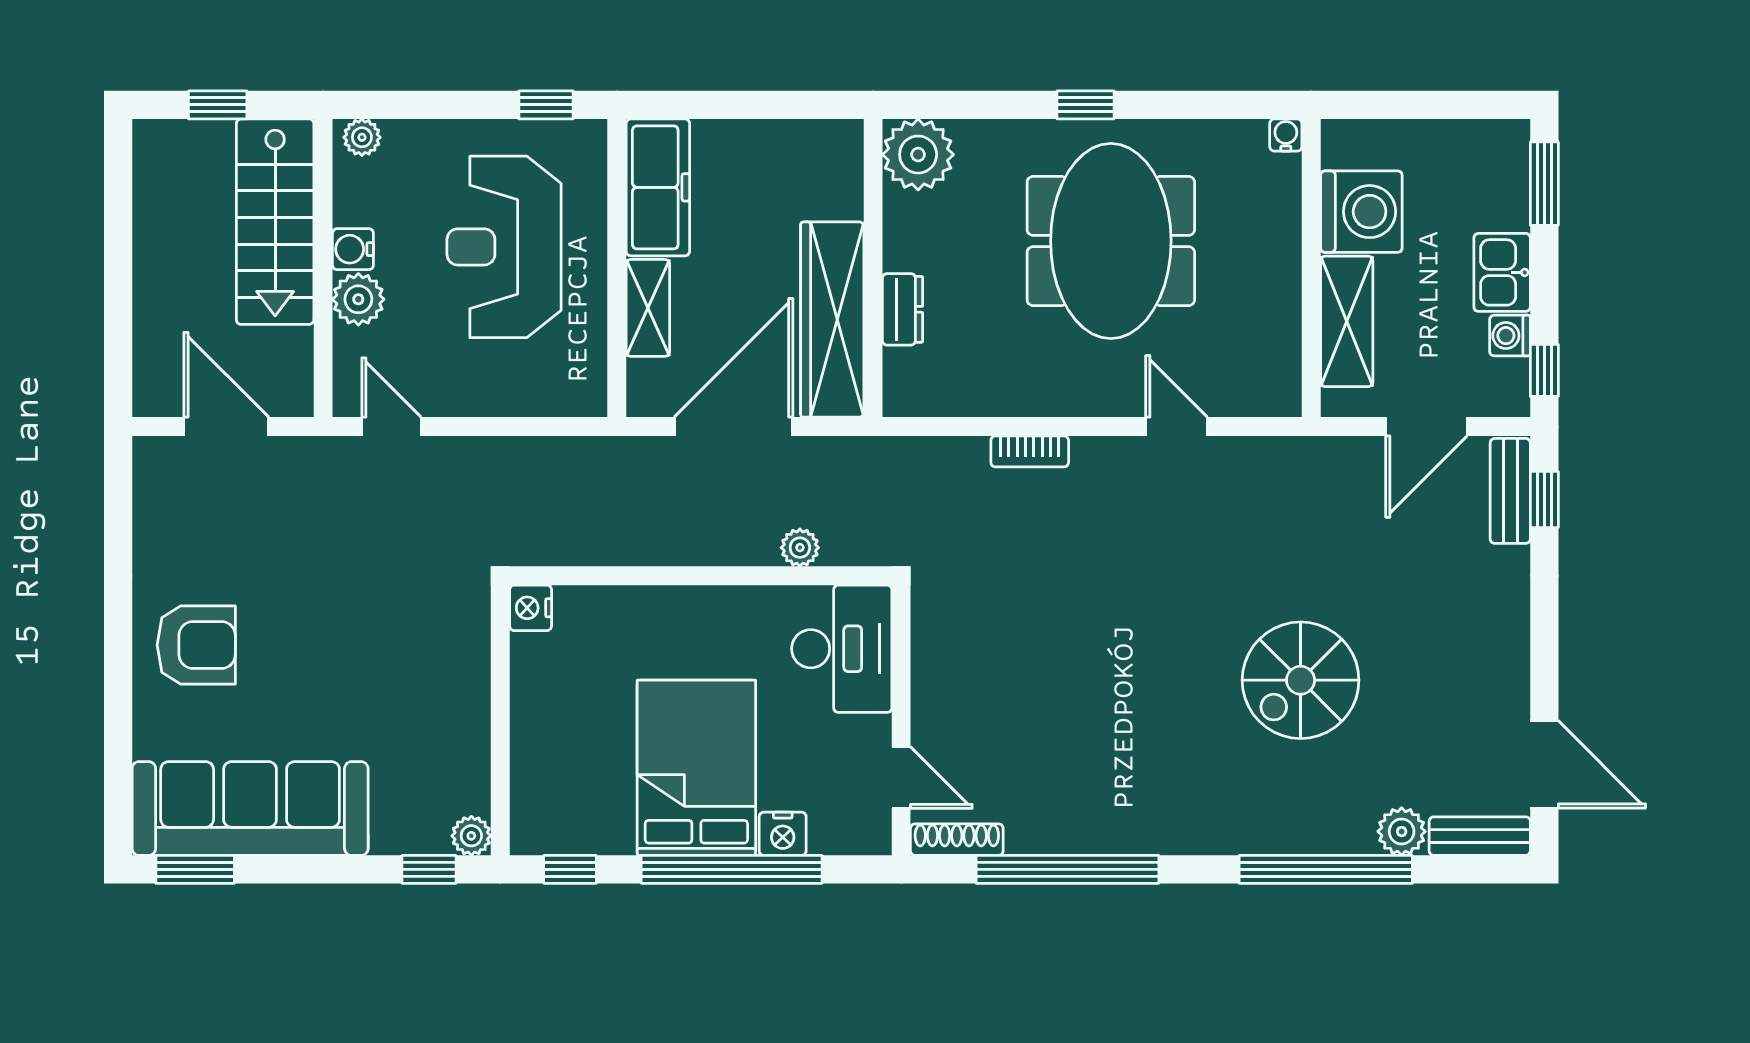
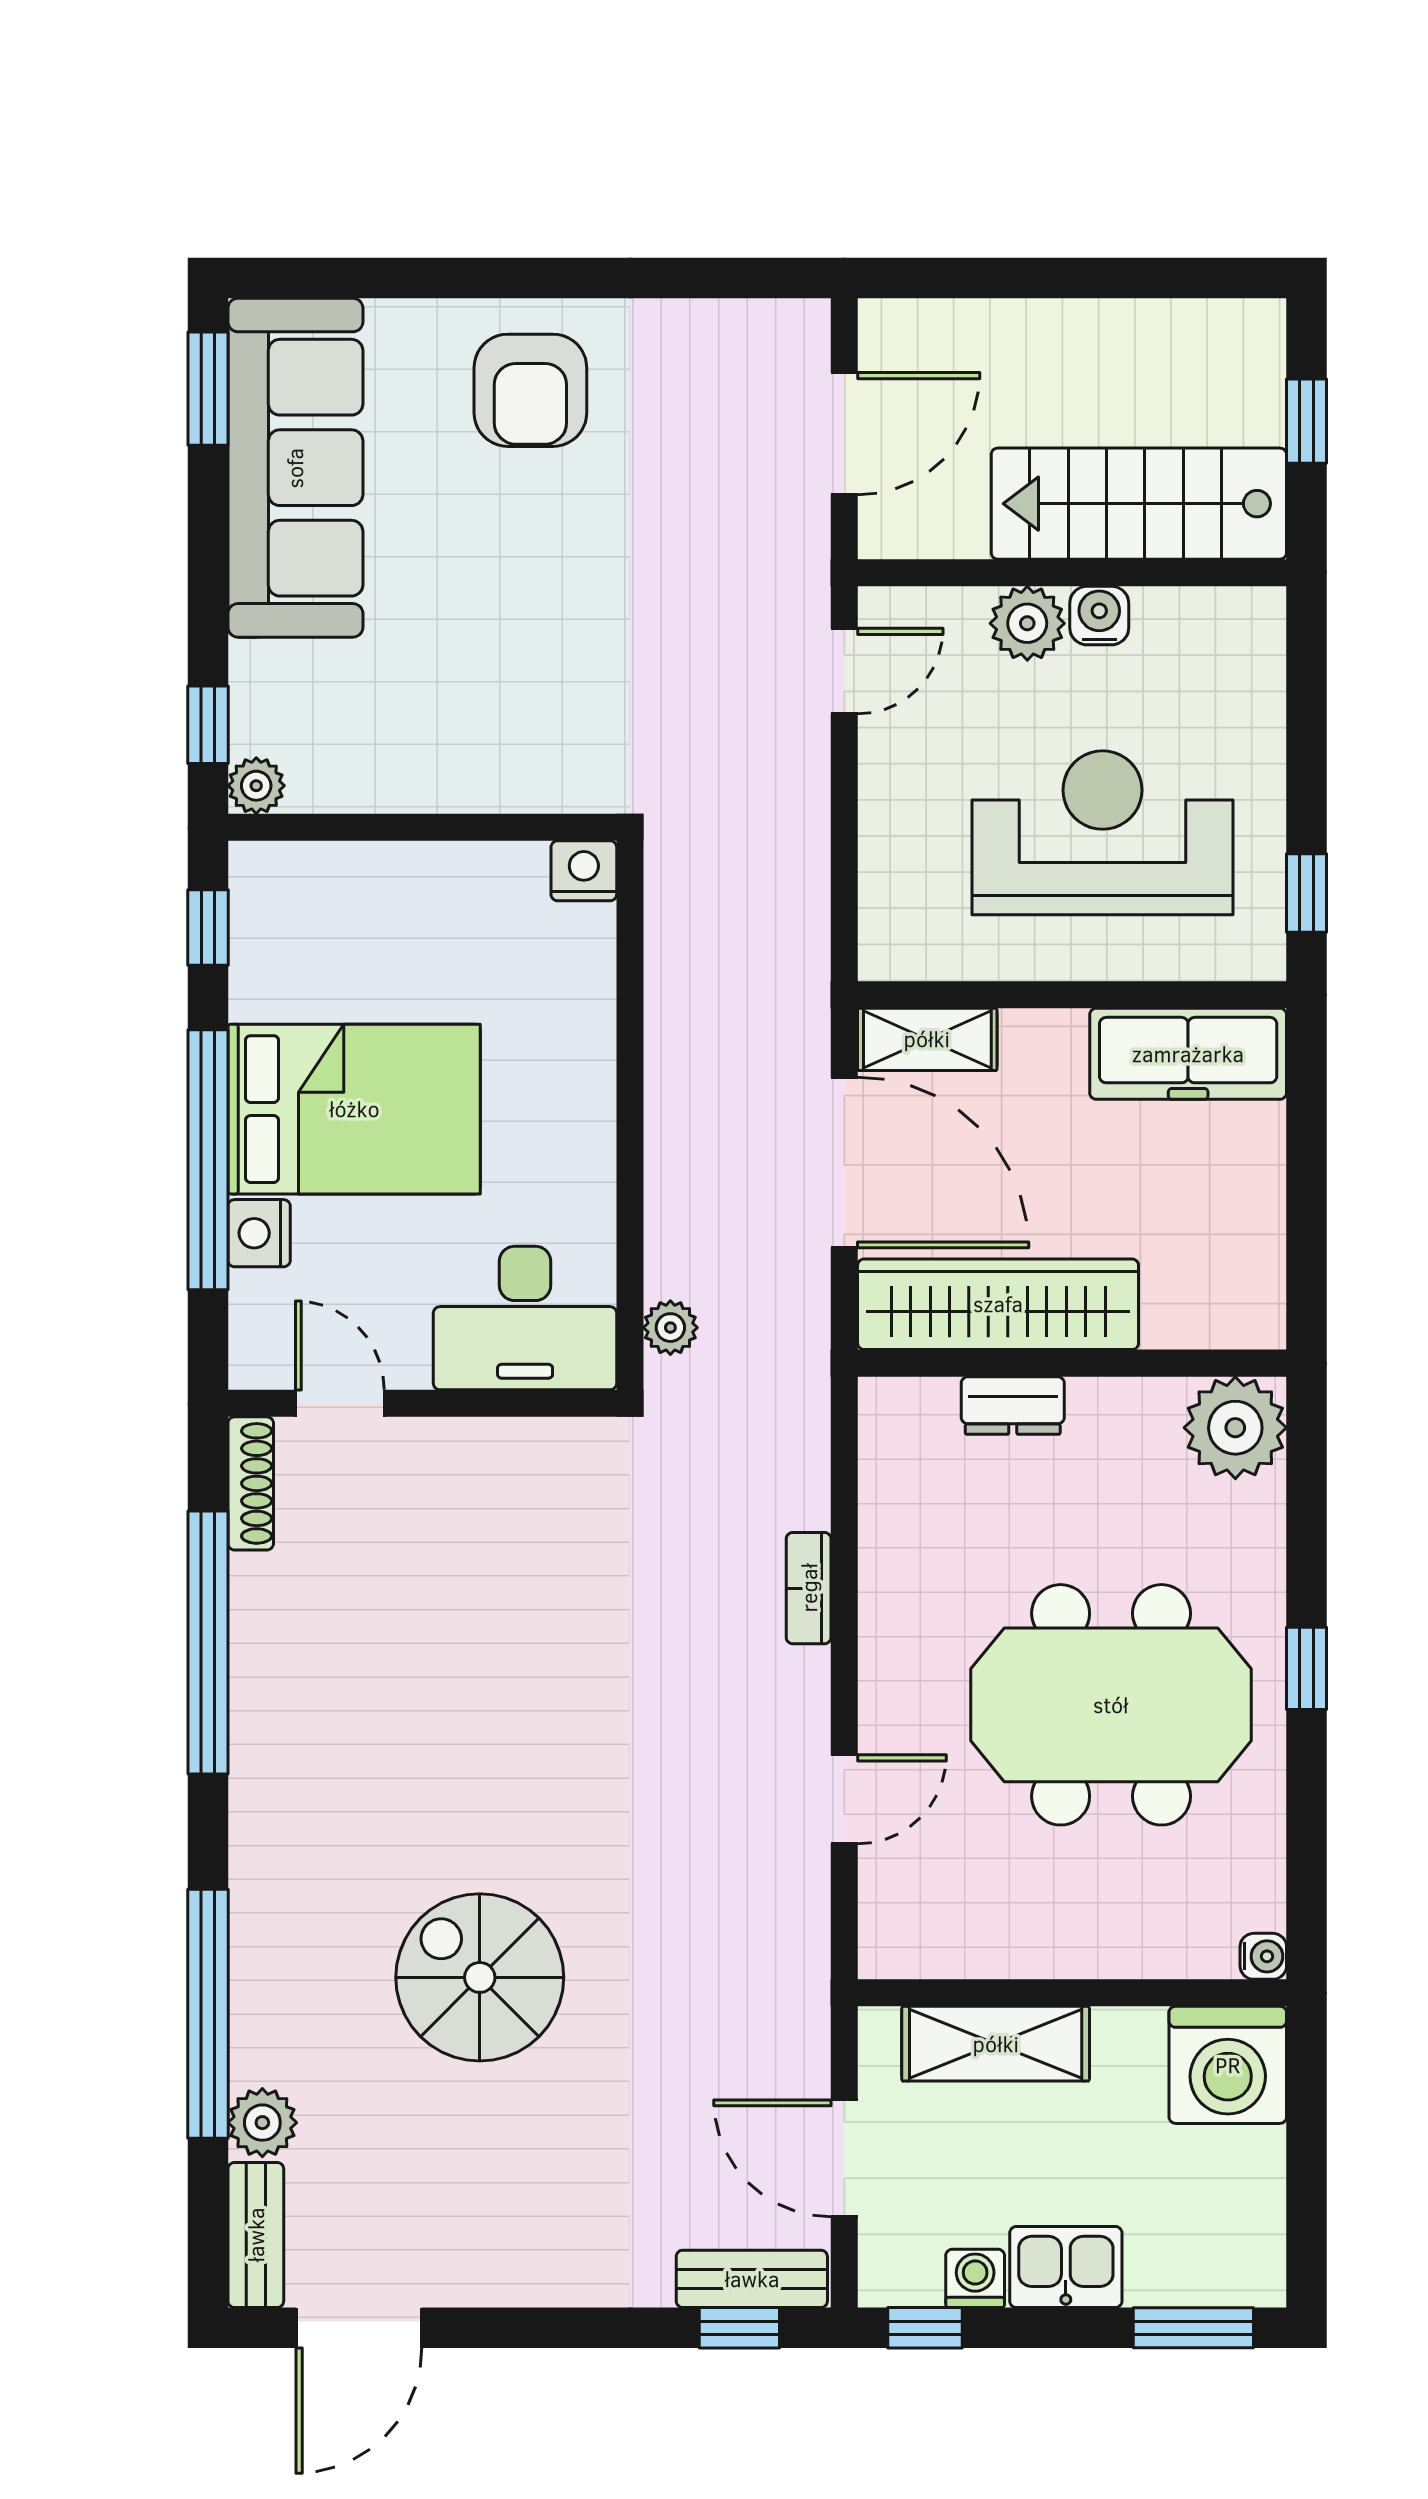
plant: (362, 137) -> (1260, 629), removed
washing machine: (1361, 212) -> (1228, 2065), moved
shelving: (648, 308) -> (927, 1039), moved
plant: (800, 548) -> (670, 1328), moved
door: (901, 778) -> (340, 1403), swing flipped

